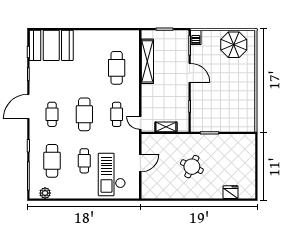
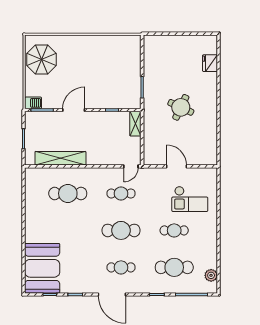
shelving: (166, 127) -> (135, 124), moved
checkout: (112, 174) -> (190, 199), width x0.73, depth x0.83

